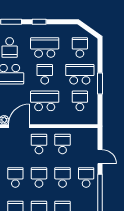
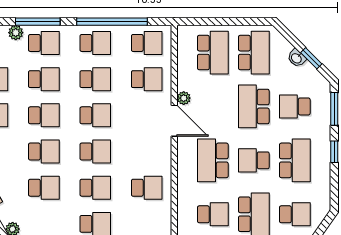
school desk: (45, 74) -> (254, 160), turned 180
school desk: (45, 101) -> (213, 160), turned 180
school desk: (39, 144) -> (147, 152), removed

